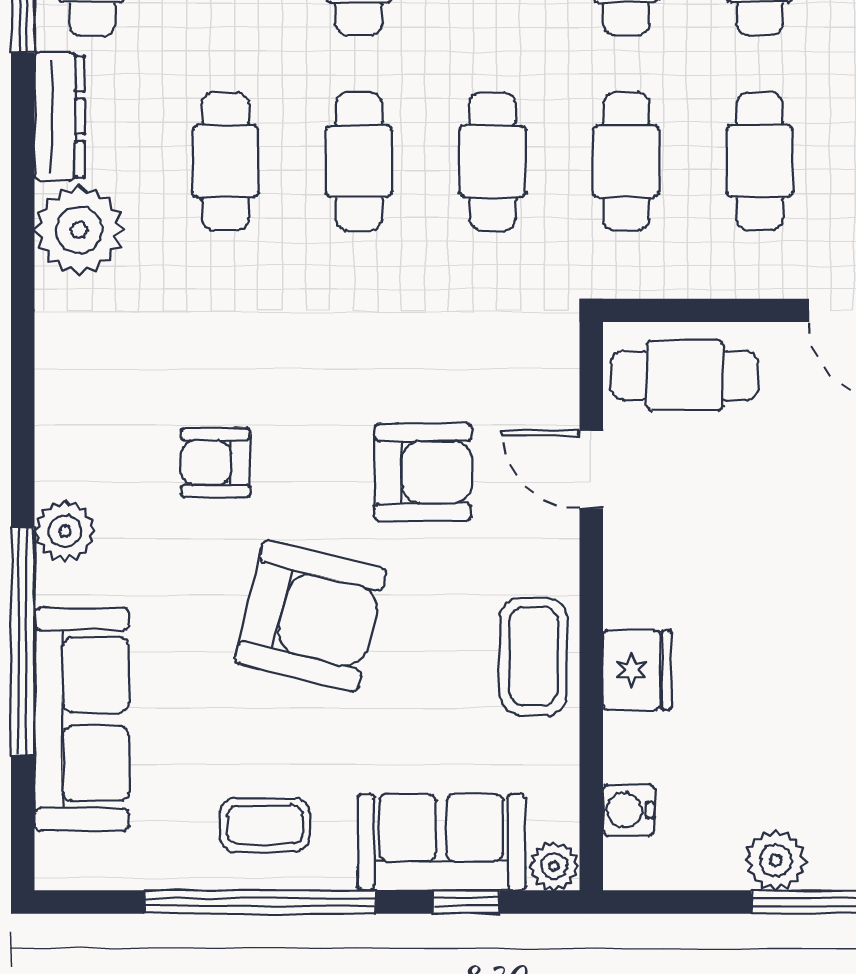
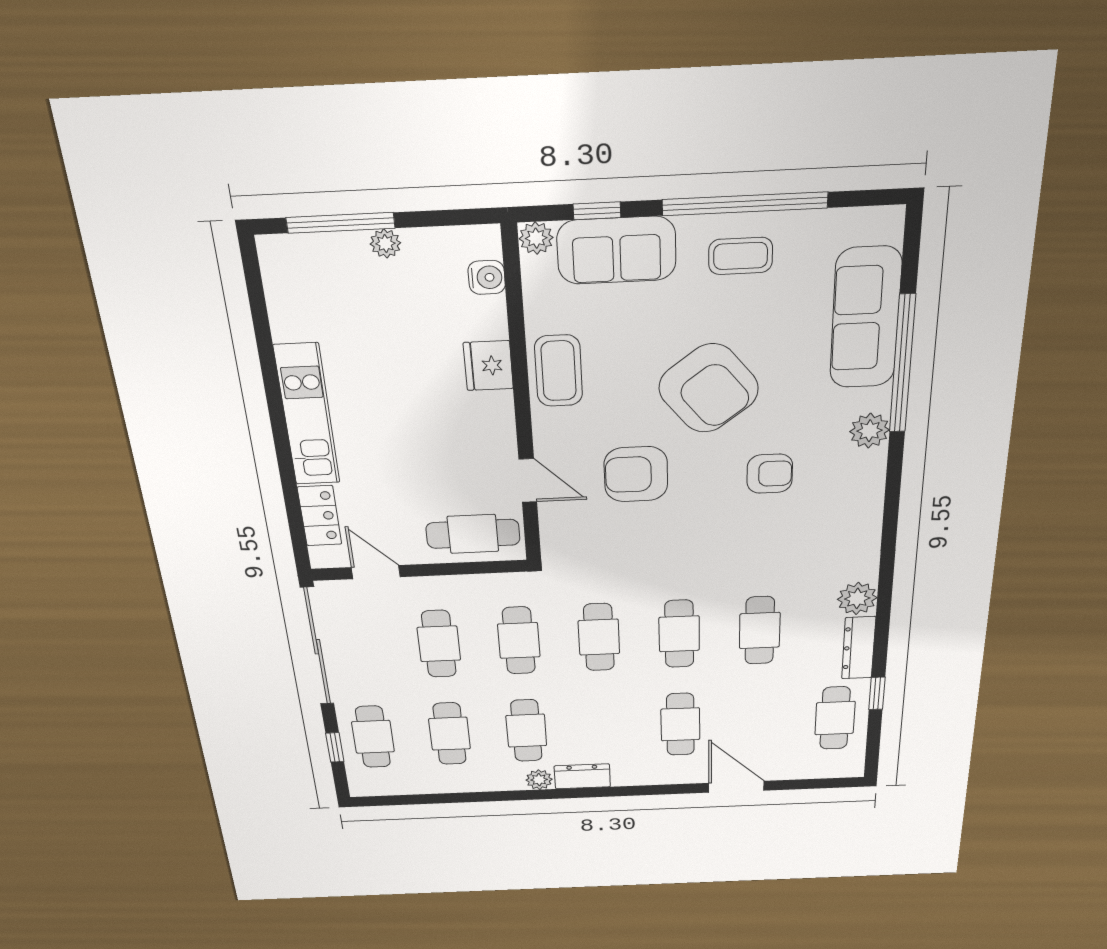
plant: (79, 230) -> (857, 598), width x0.73, depth x0.73
armchair: (310, 616) -> (709, 388), turned -142
plant: (776, 860) -> (385, 243), width x0.73, depth x0.73

